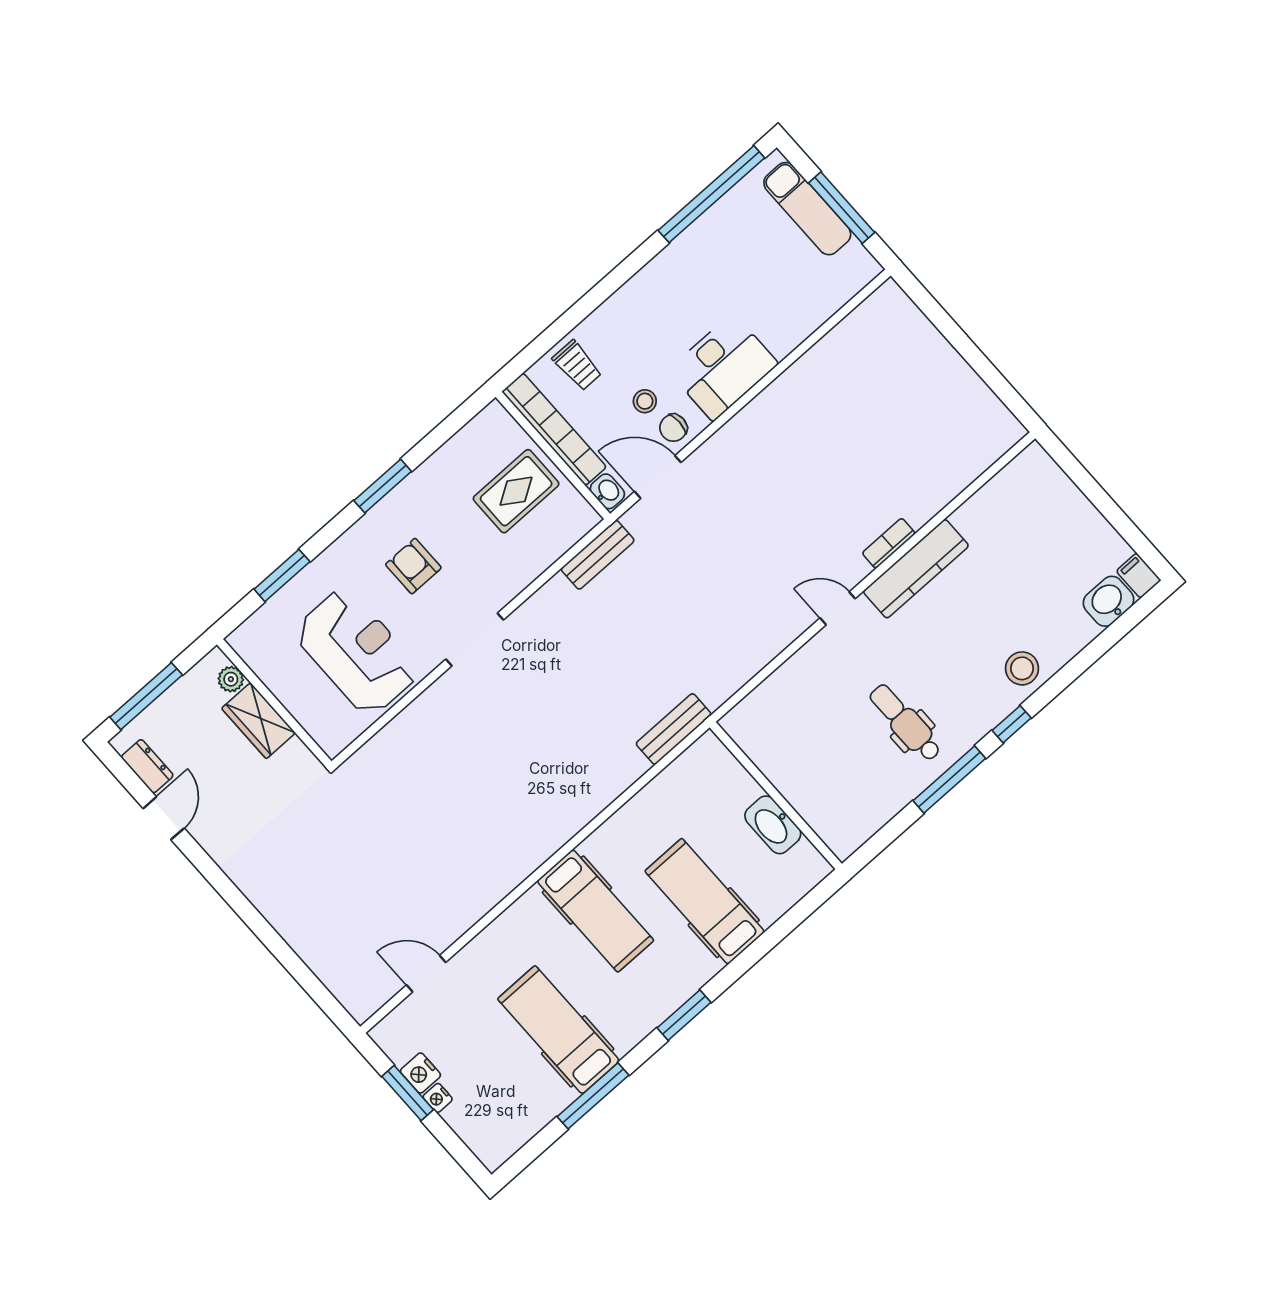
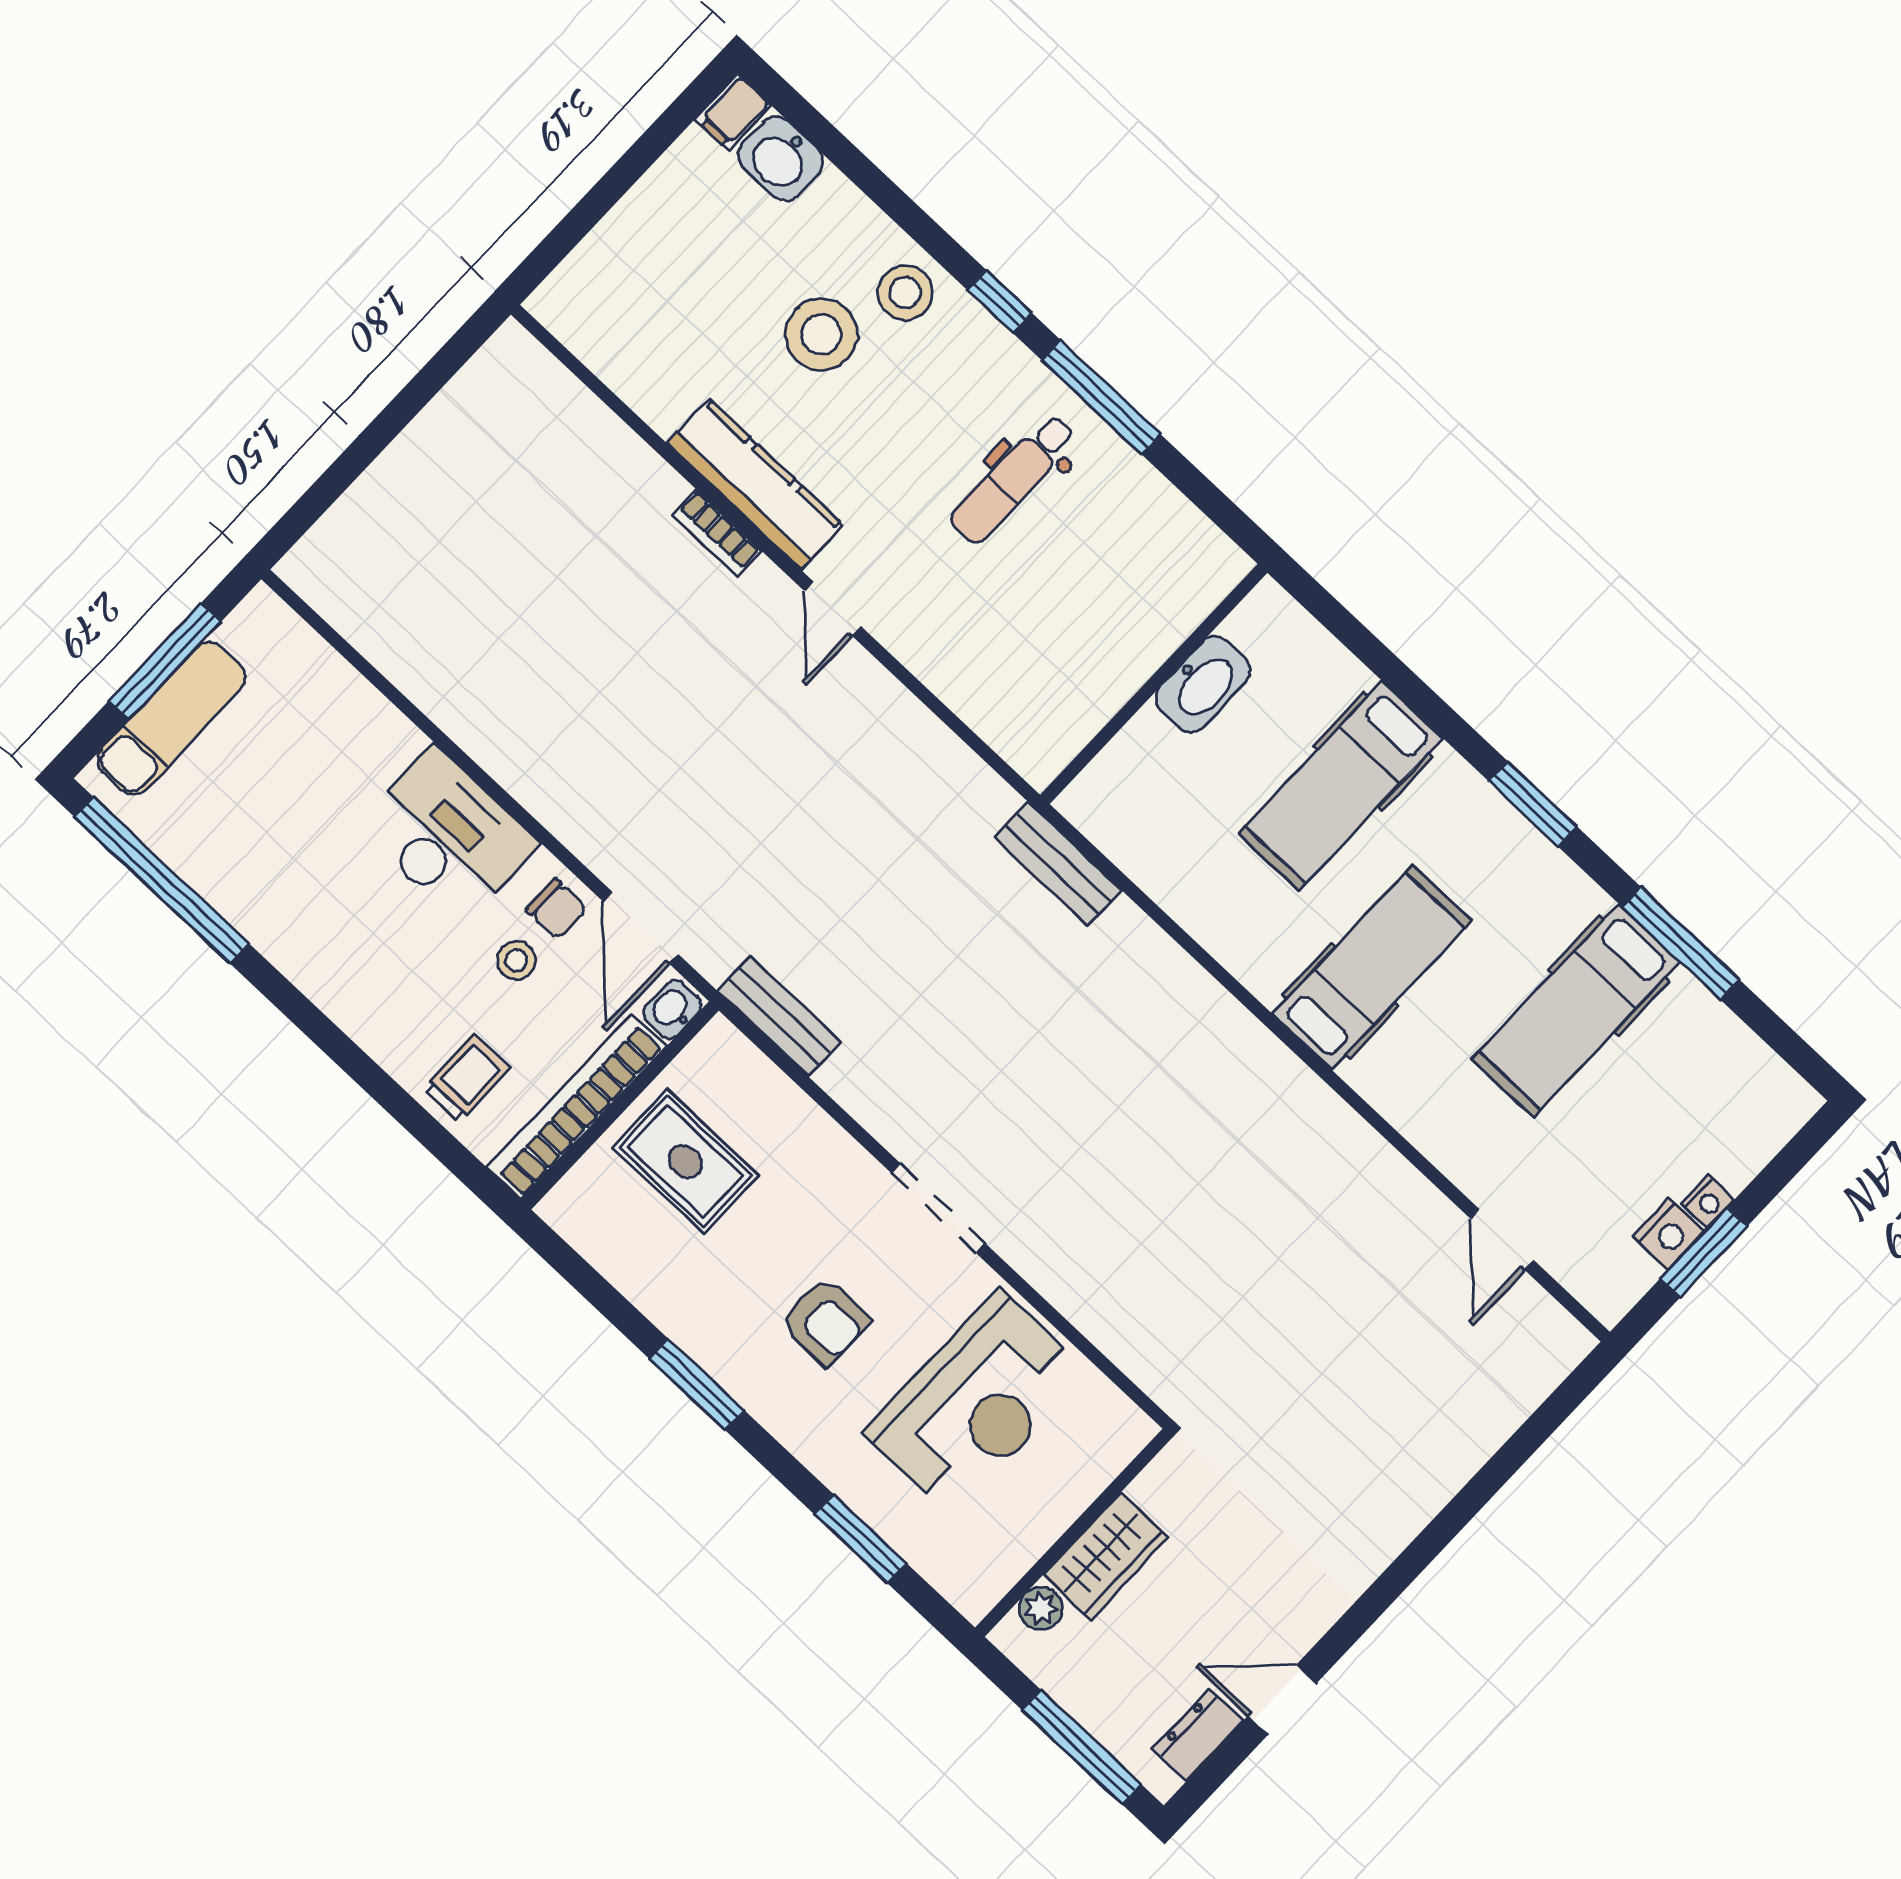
armchair: (413, 566) -> (825, 1321), turned -90
stool: (1002, 616) -> (821, 334), added
reception desk: (357, 652) -> (976, 1403), turned 180

